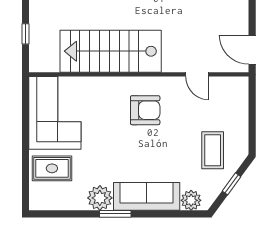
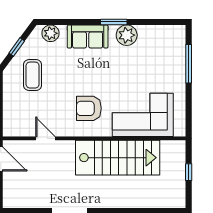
corner sofa: (55, 113) -> (143, 115), moved, turned 90
window: (25, 164) -> (189, 64), added
rug: (52, 168) -> (167, 60), removed
sofa: (147, 196) -> (88, 37), width x0.73

